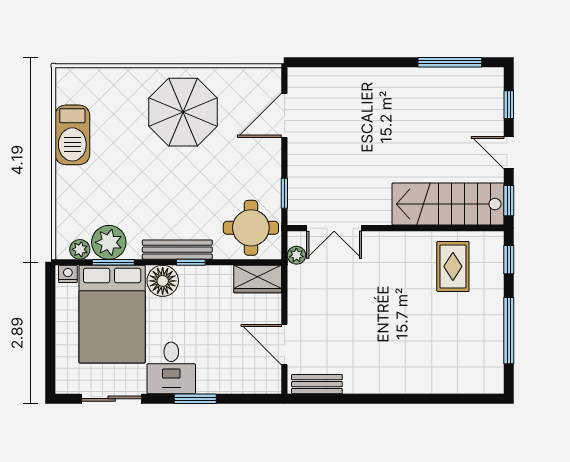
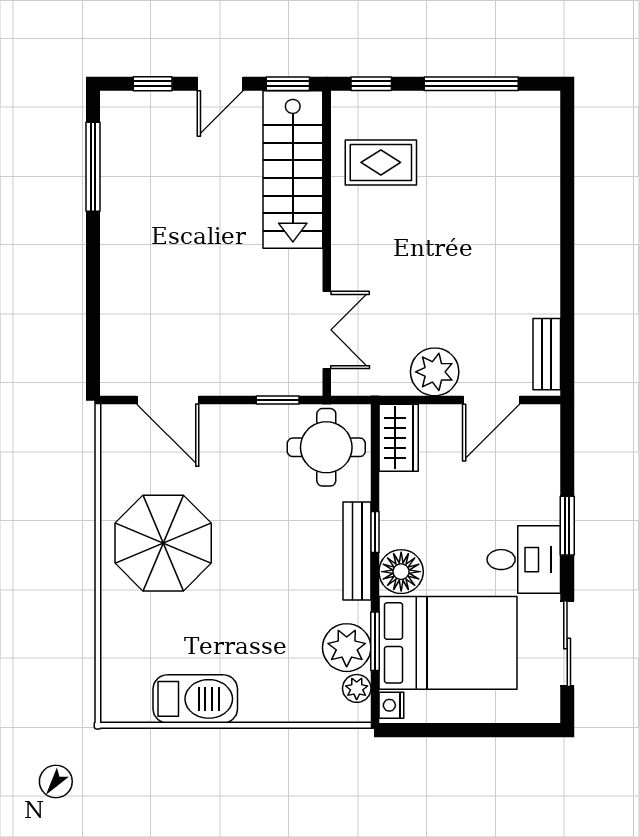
plant: (296, 255) -> (435, 372), moved, width x1.88, depth x1.88

